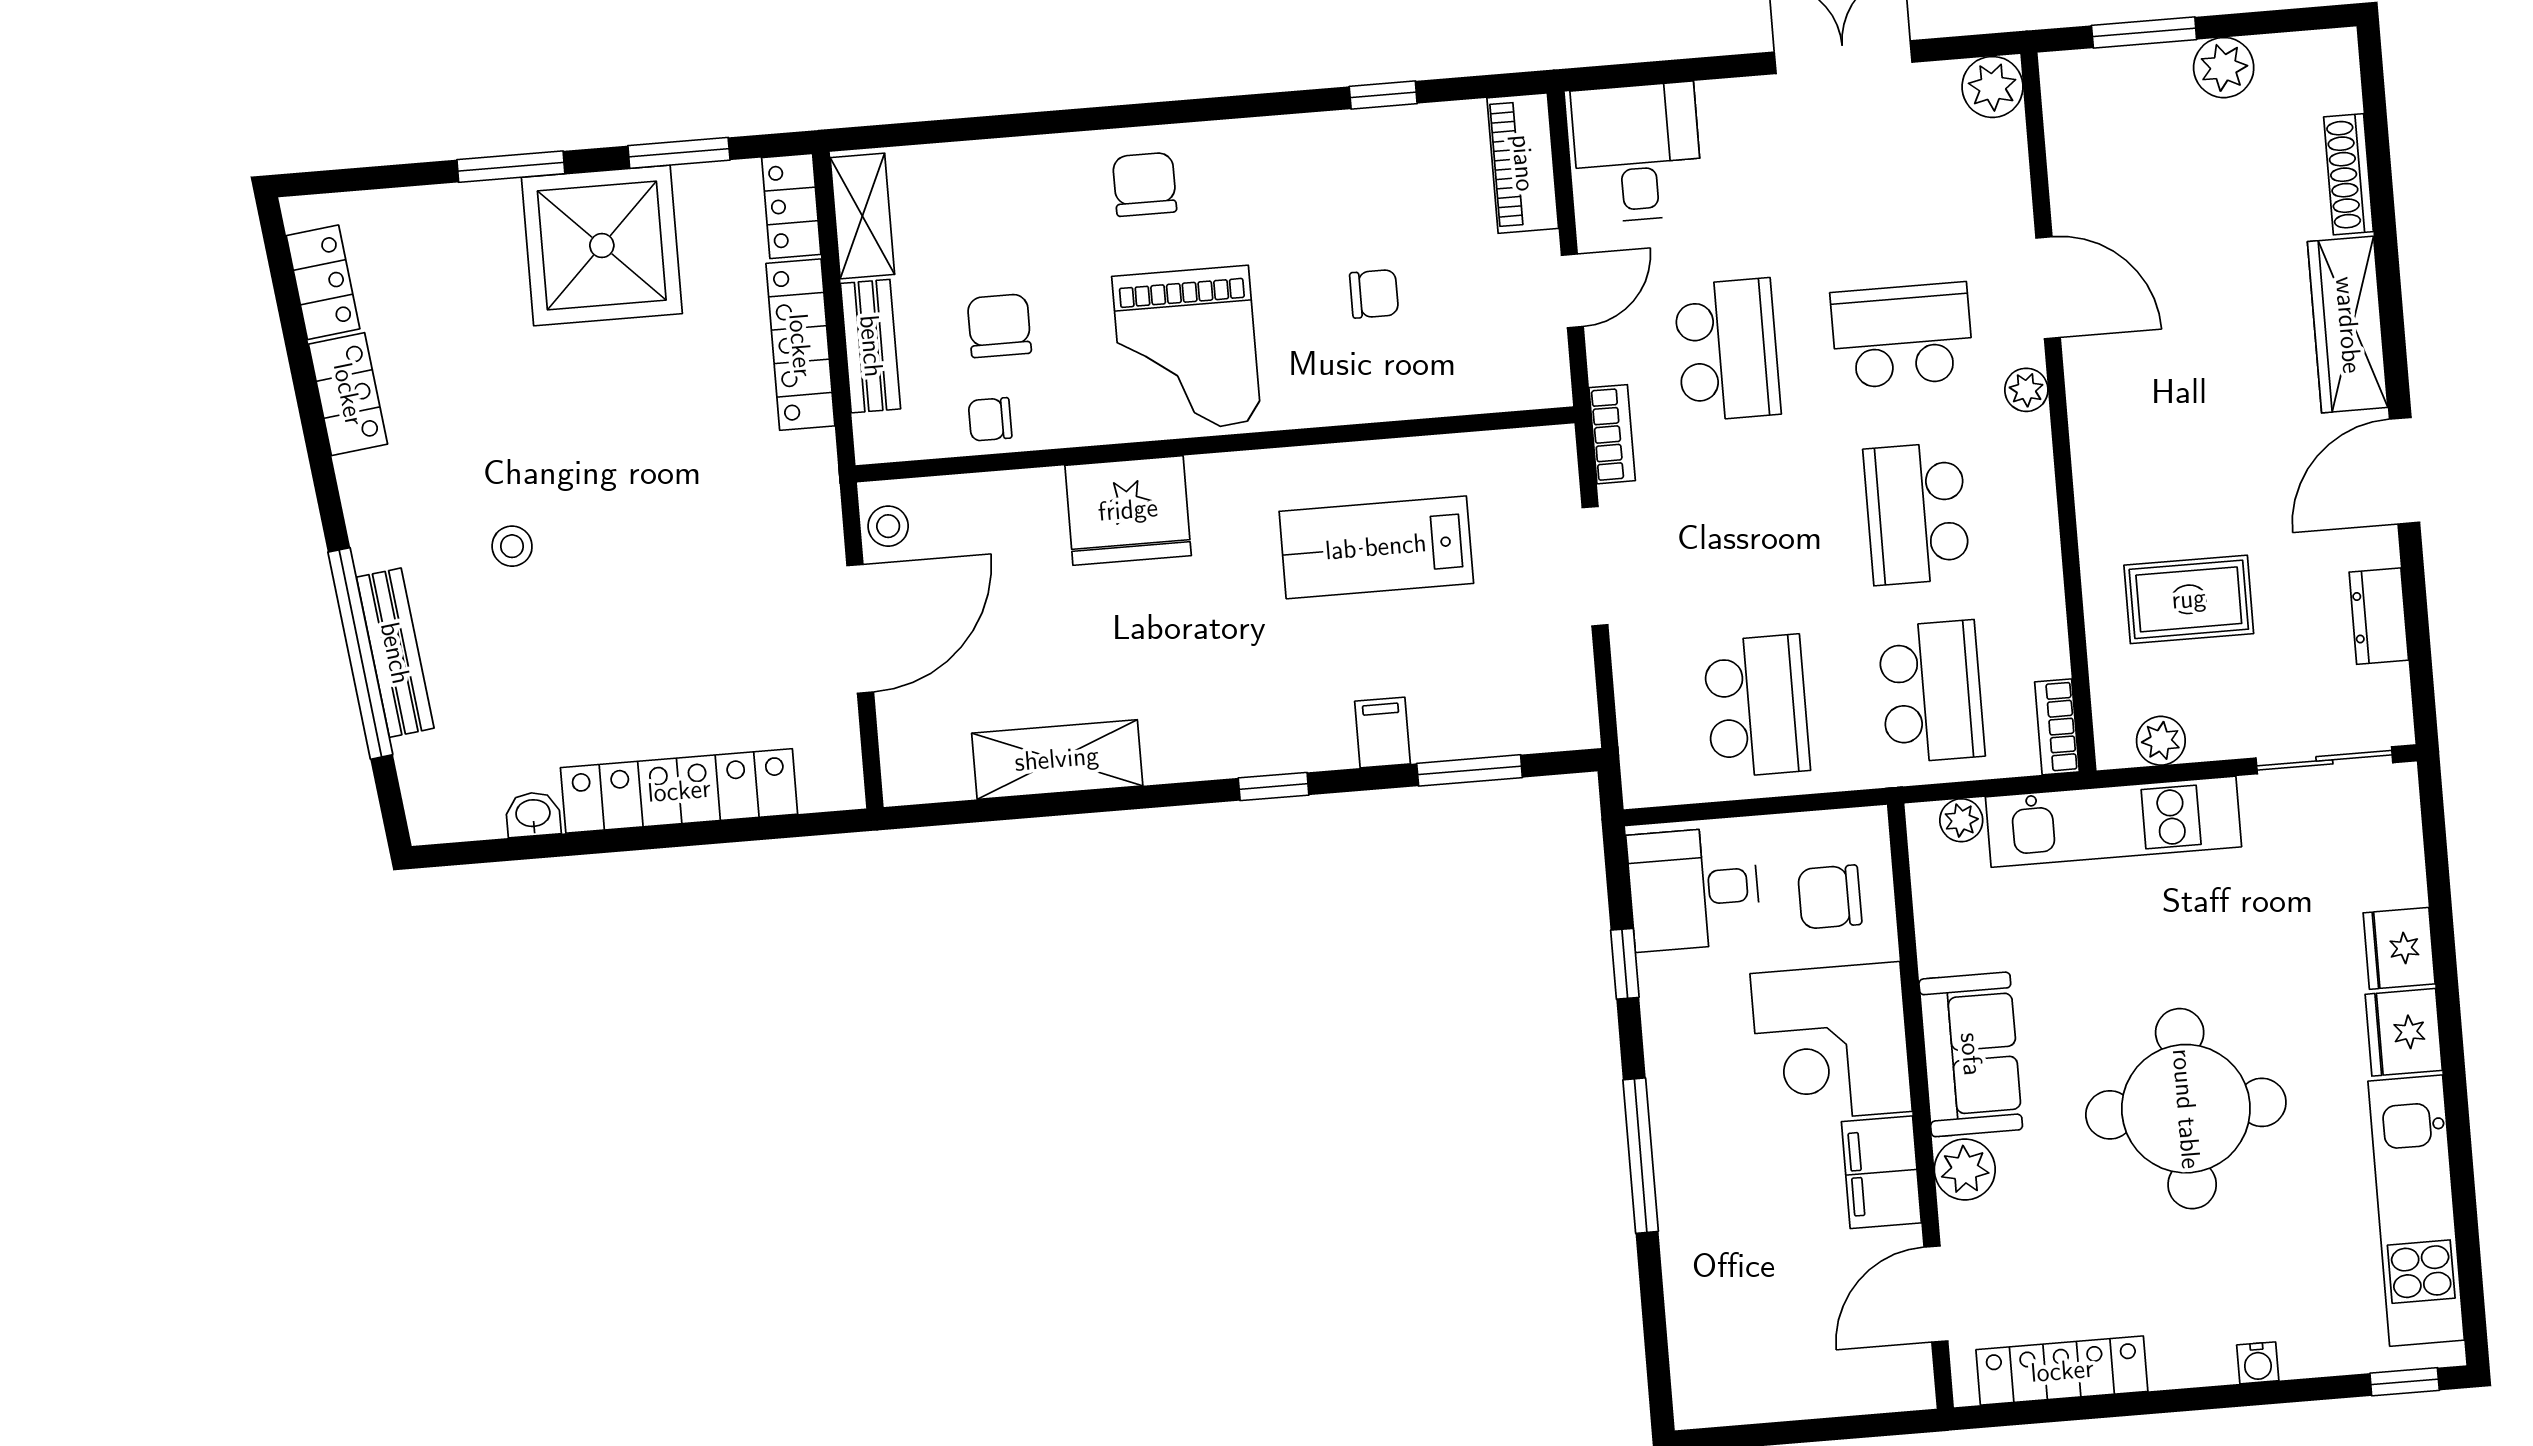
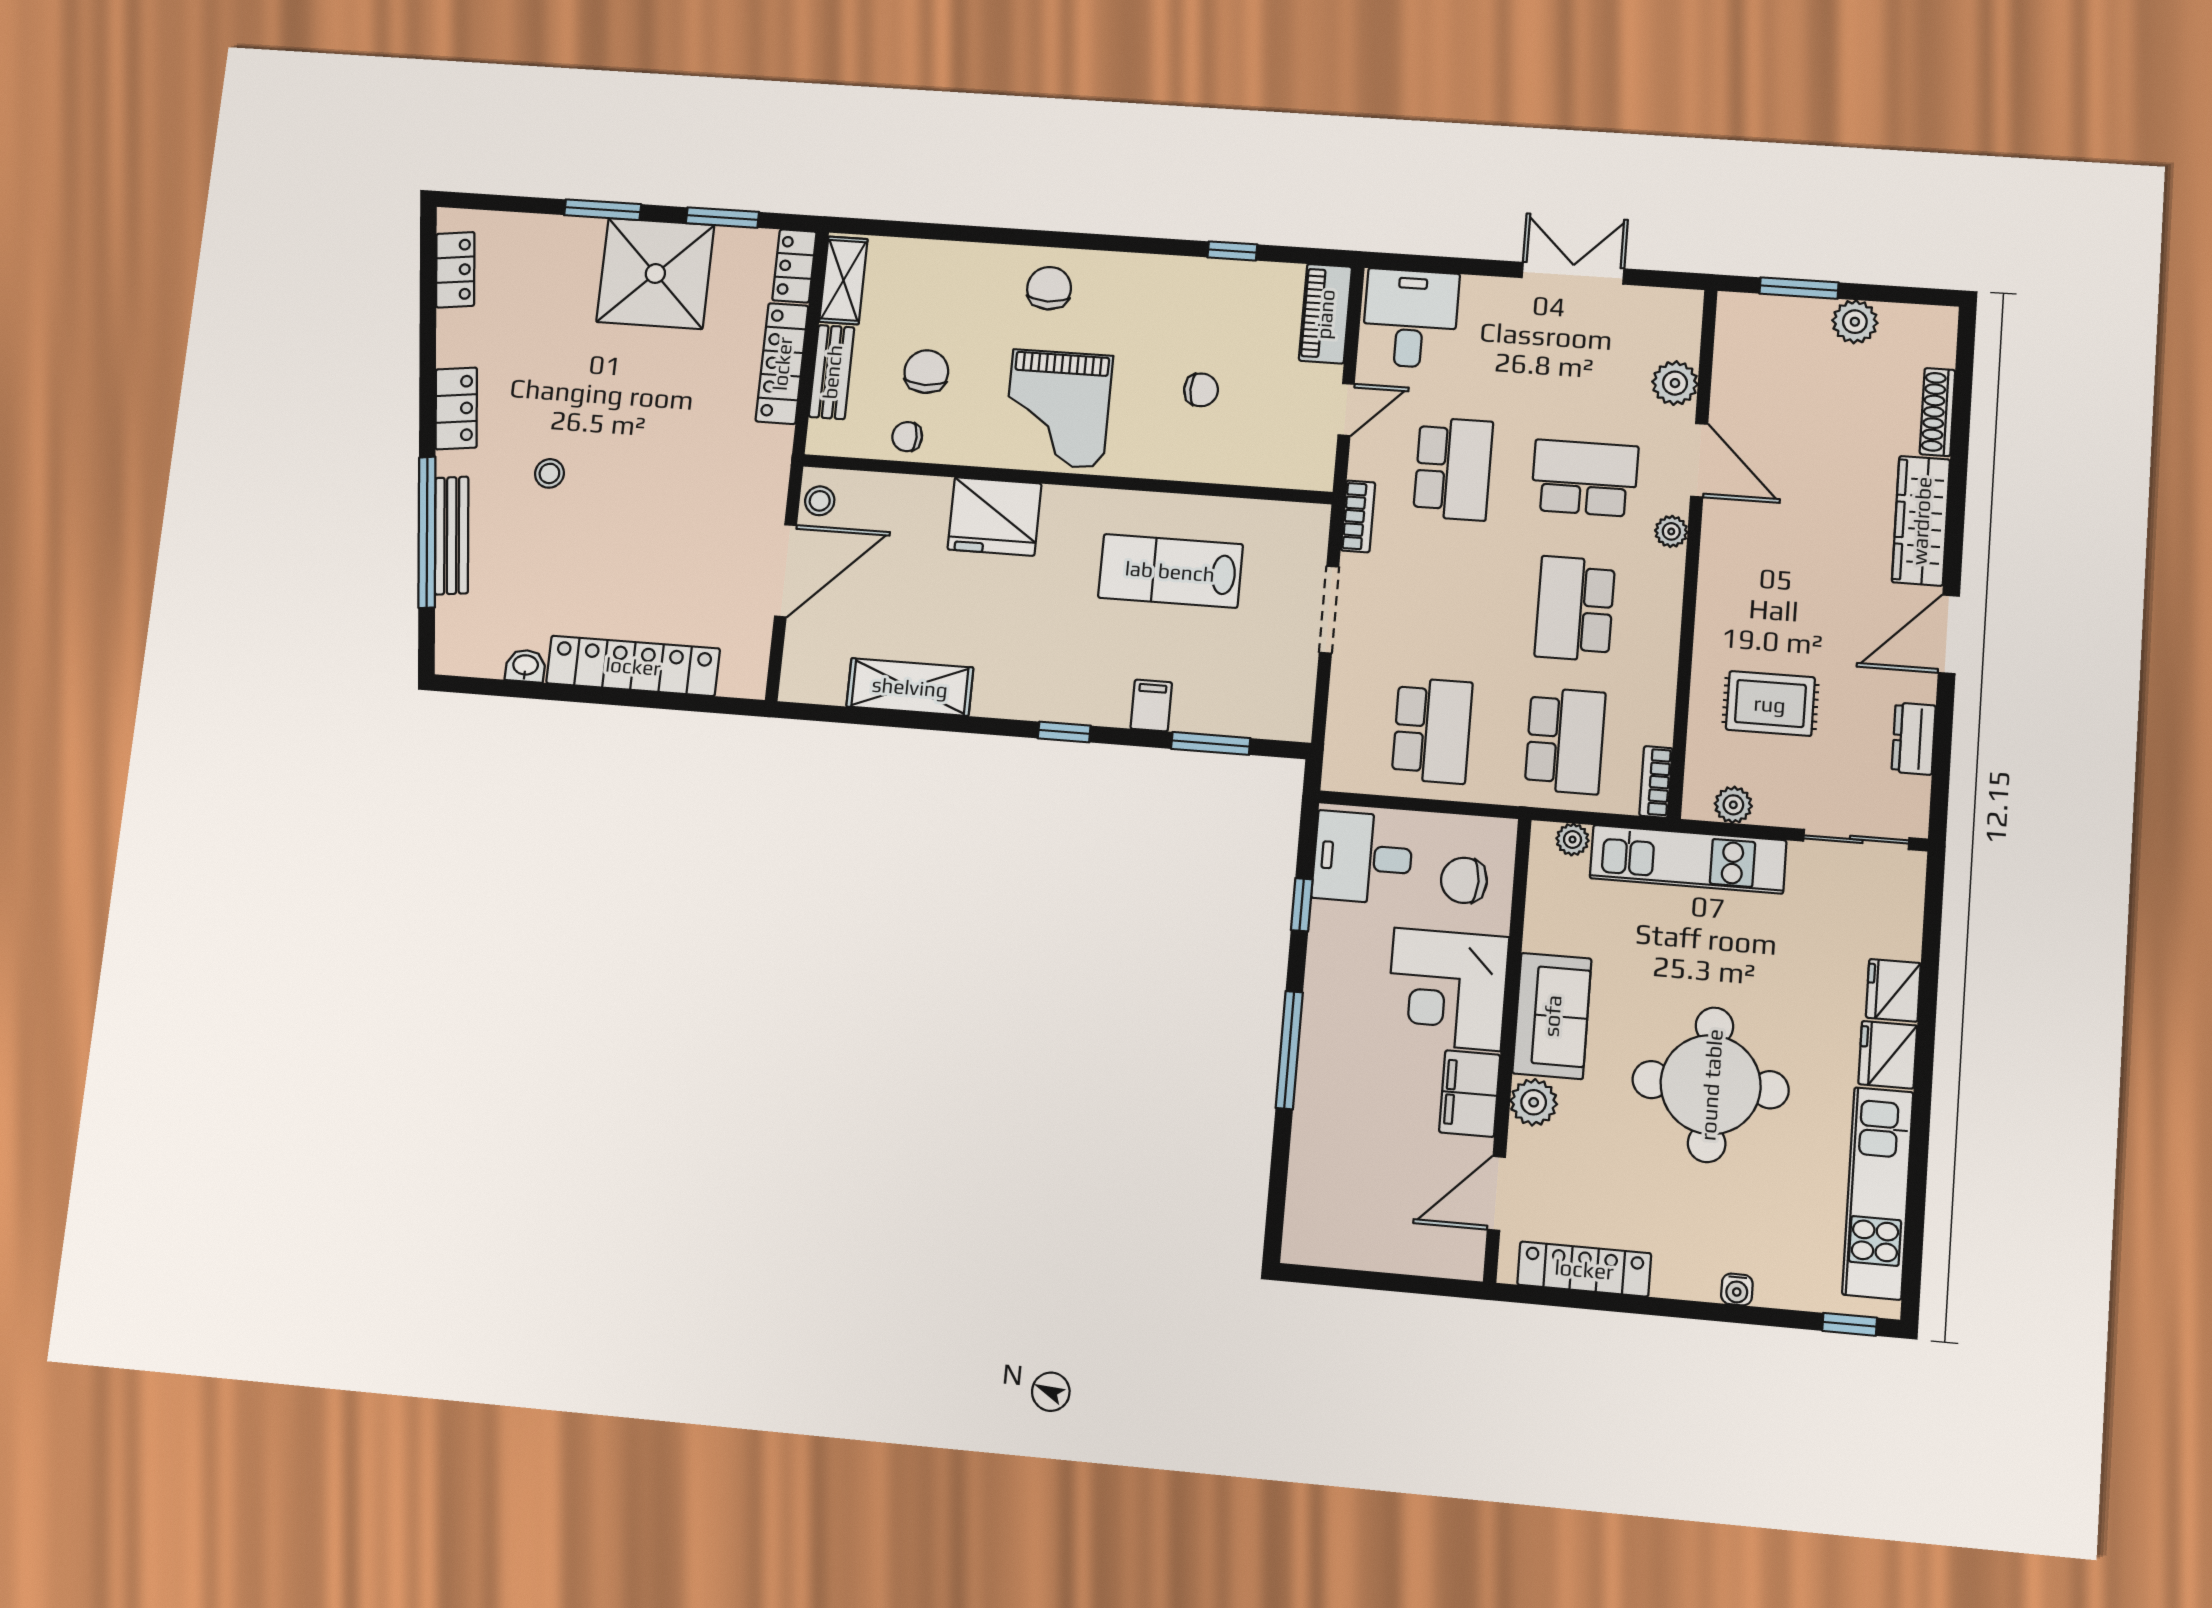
plant: (1992, 87) -> (1675, 383), moved
locker: (348, 394) -> (456, 408), moved

